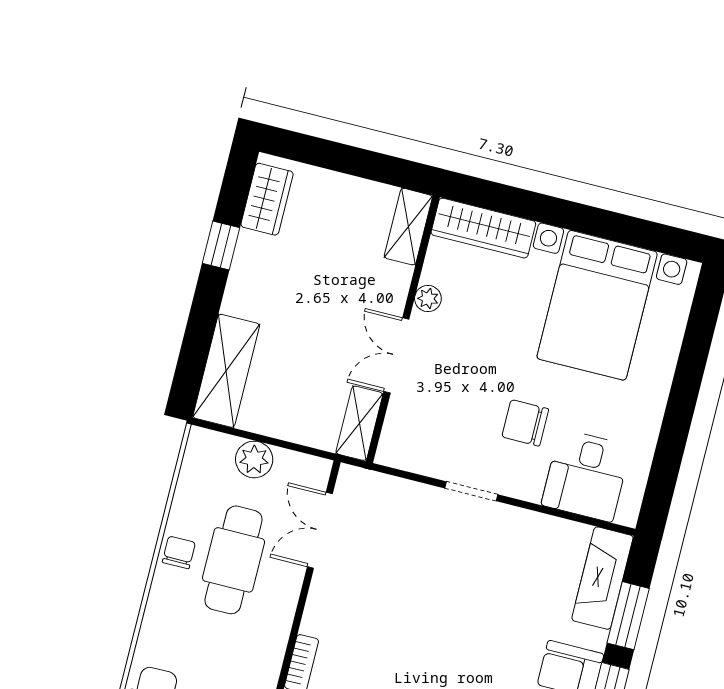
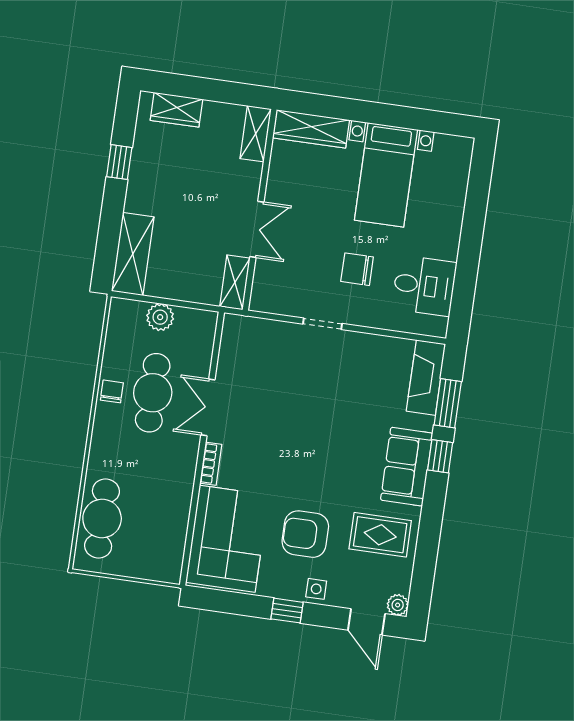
wardrobe: (267, 199) -> (176, 110), moved, turned 90
plant: (428, 299) -> (276, 185), removed
bed with nightstands: (597, 305) -> (386, 175), width x0.73
double door: (396, 355) -> (257, 229), swing flipped
desk: (586, 476) -> (424, 286), moved, turned -90
double door: (320, 530) -> (208, 407), moved

